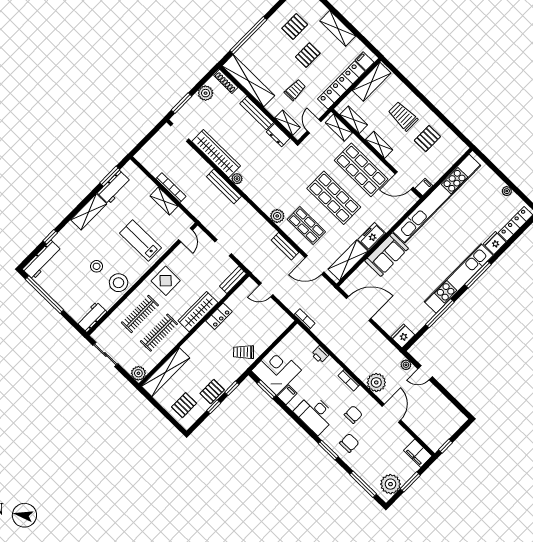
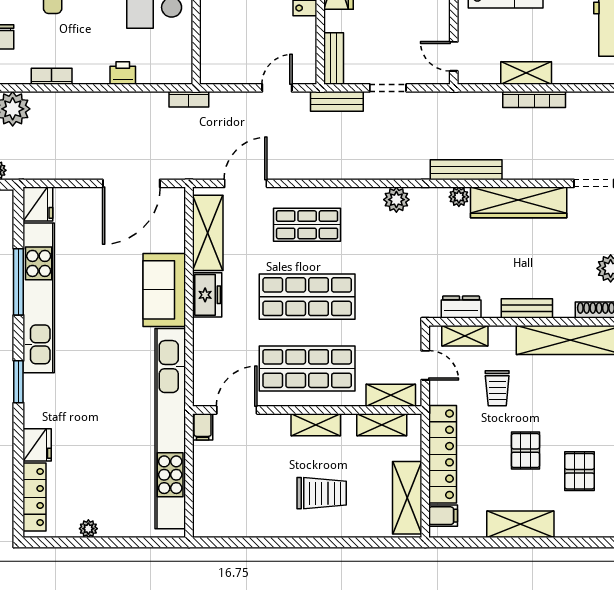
bench: (257, 113) -> (527, 308), width x0.73
pallet: (427, 139) -> (261, 495), removed
plant: (277, 216) -> (396, 200), moved
bench: (285, 246) -> (337, 101), moved
window: (478, 275) -> (18, 382), width x0.69
kitchen unit: (459, 278) -> (39, 298), moved

